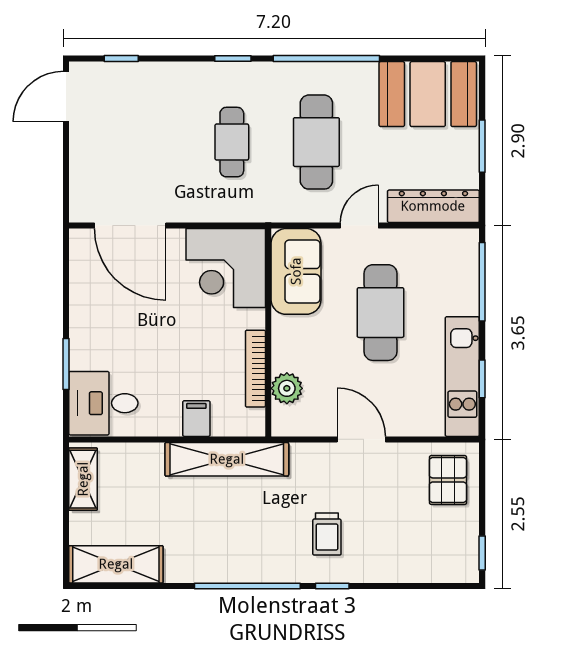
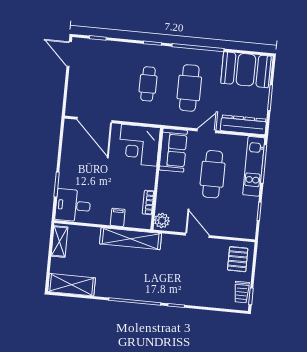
door: (66, 97) -> (69, 54), hinge flipped
bookcase: (255, 369) -> (148, 202), width x0.64
kitchen unit: (462, 377) -> (254, 166), moved
plant: (287, 388) -> (162, 221), moved
trolley: (327, 534) -> (242, 292), moved

